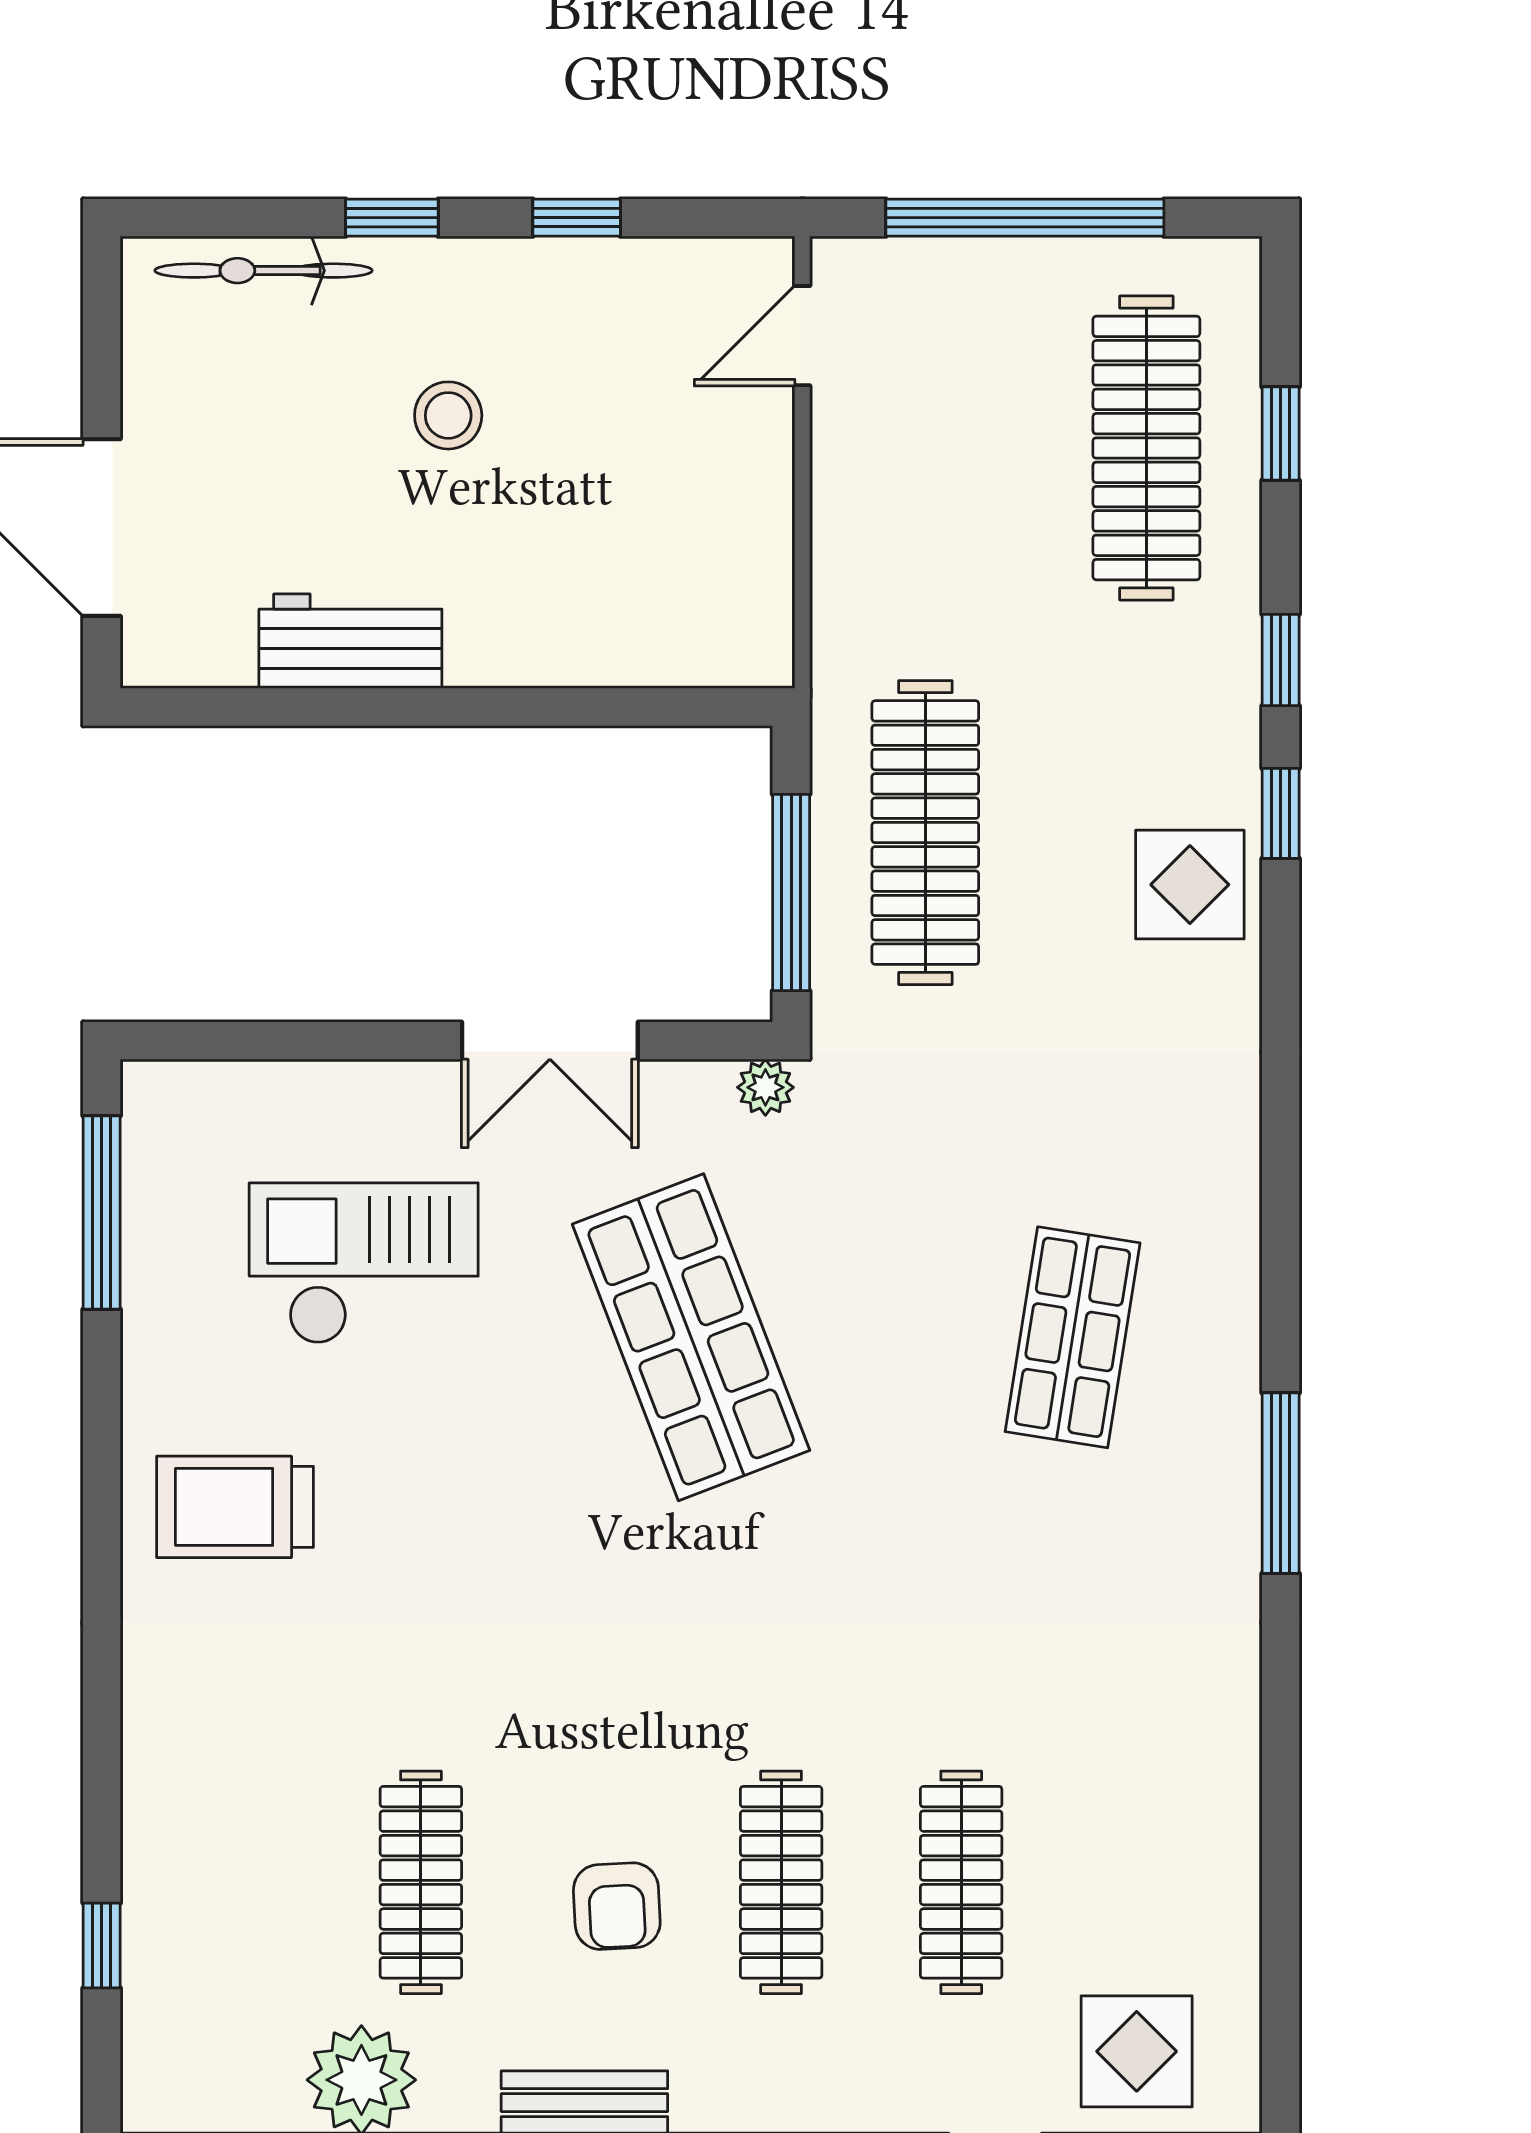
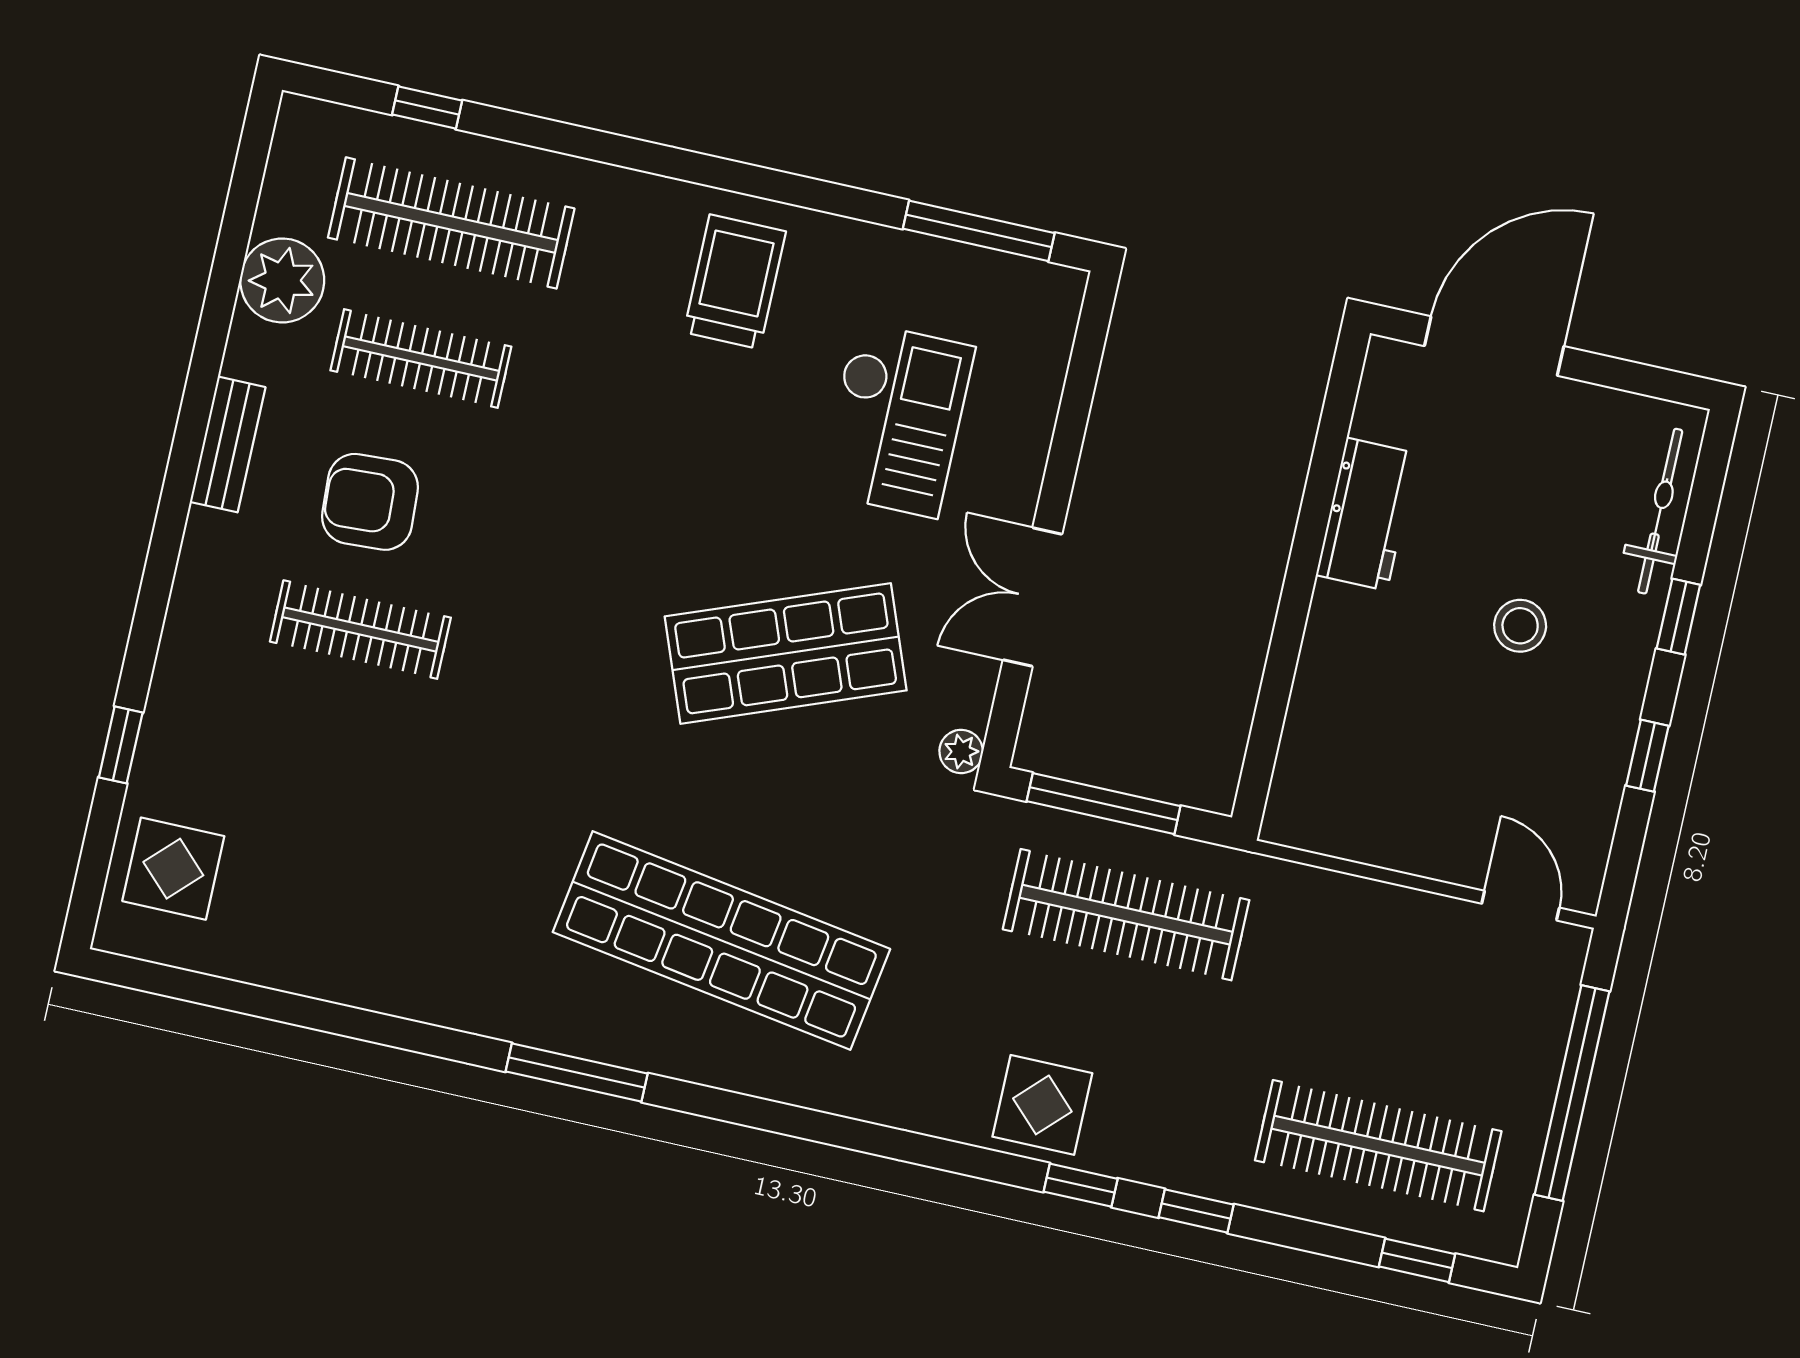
window: (1281, 433) -> (1417, 1260), moved
shop shelf: (1073, 1337) -> (721, 941), width x2.00, depth x1.36
clothes rail: (961, 1882) -> (451, 223), moved, width x1.37, depth x1.31
armchair: (617, 1906) -> (370, 502), width x1.38, depth x1.38

